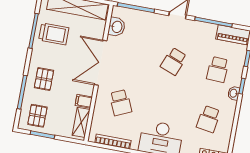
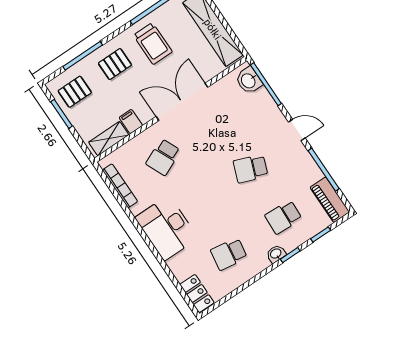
washbasin: (117, 27) -> (249, 81), moved, turned 90
trolley: (54, 34) -> (153, 44), moved

